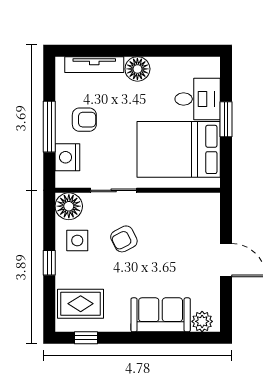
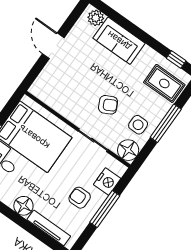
window: (49, 263) -> (166, 123), width x2.17

